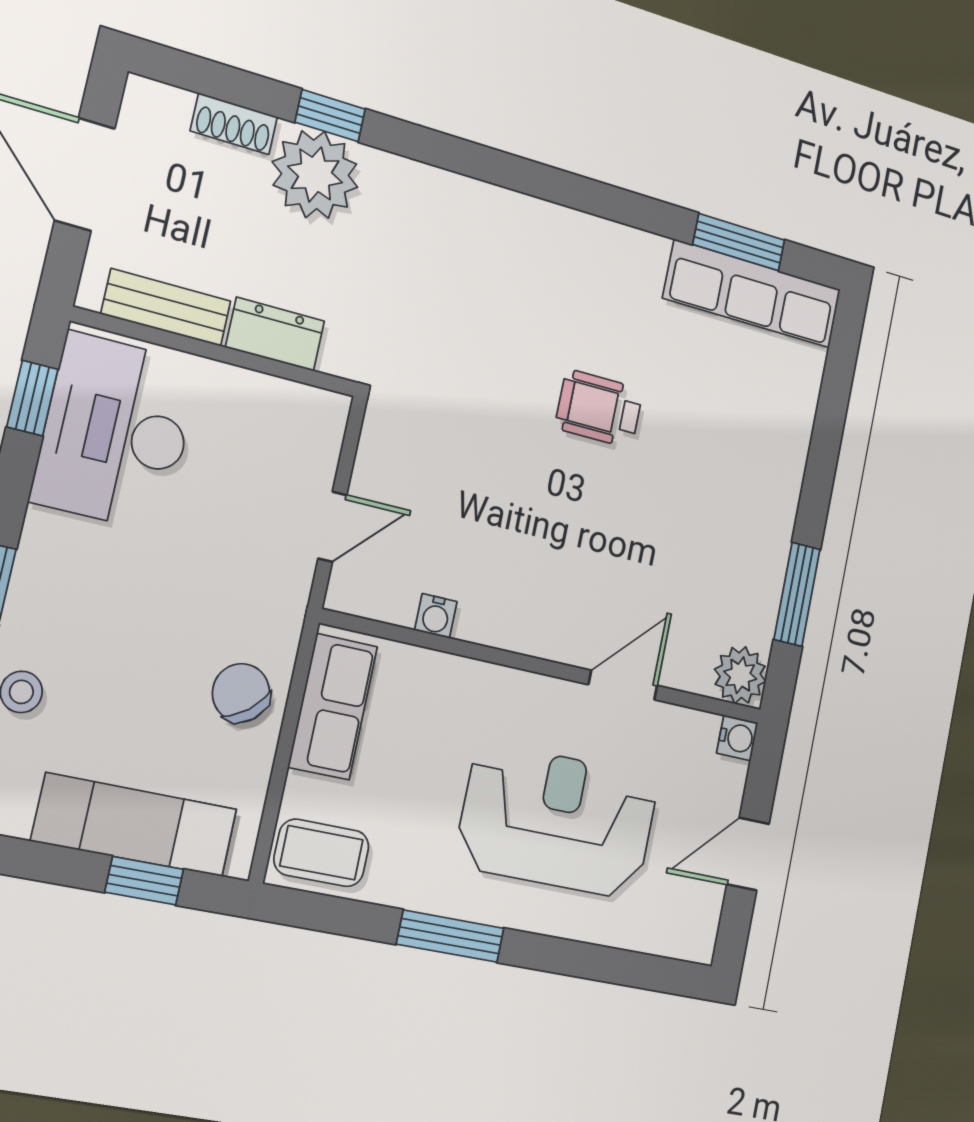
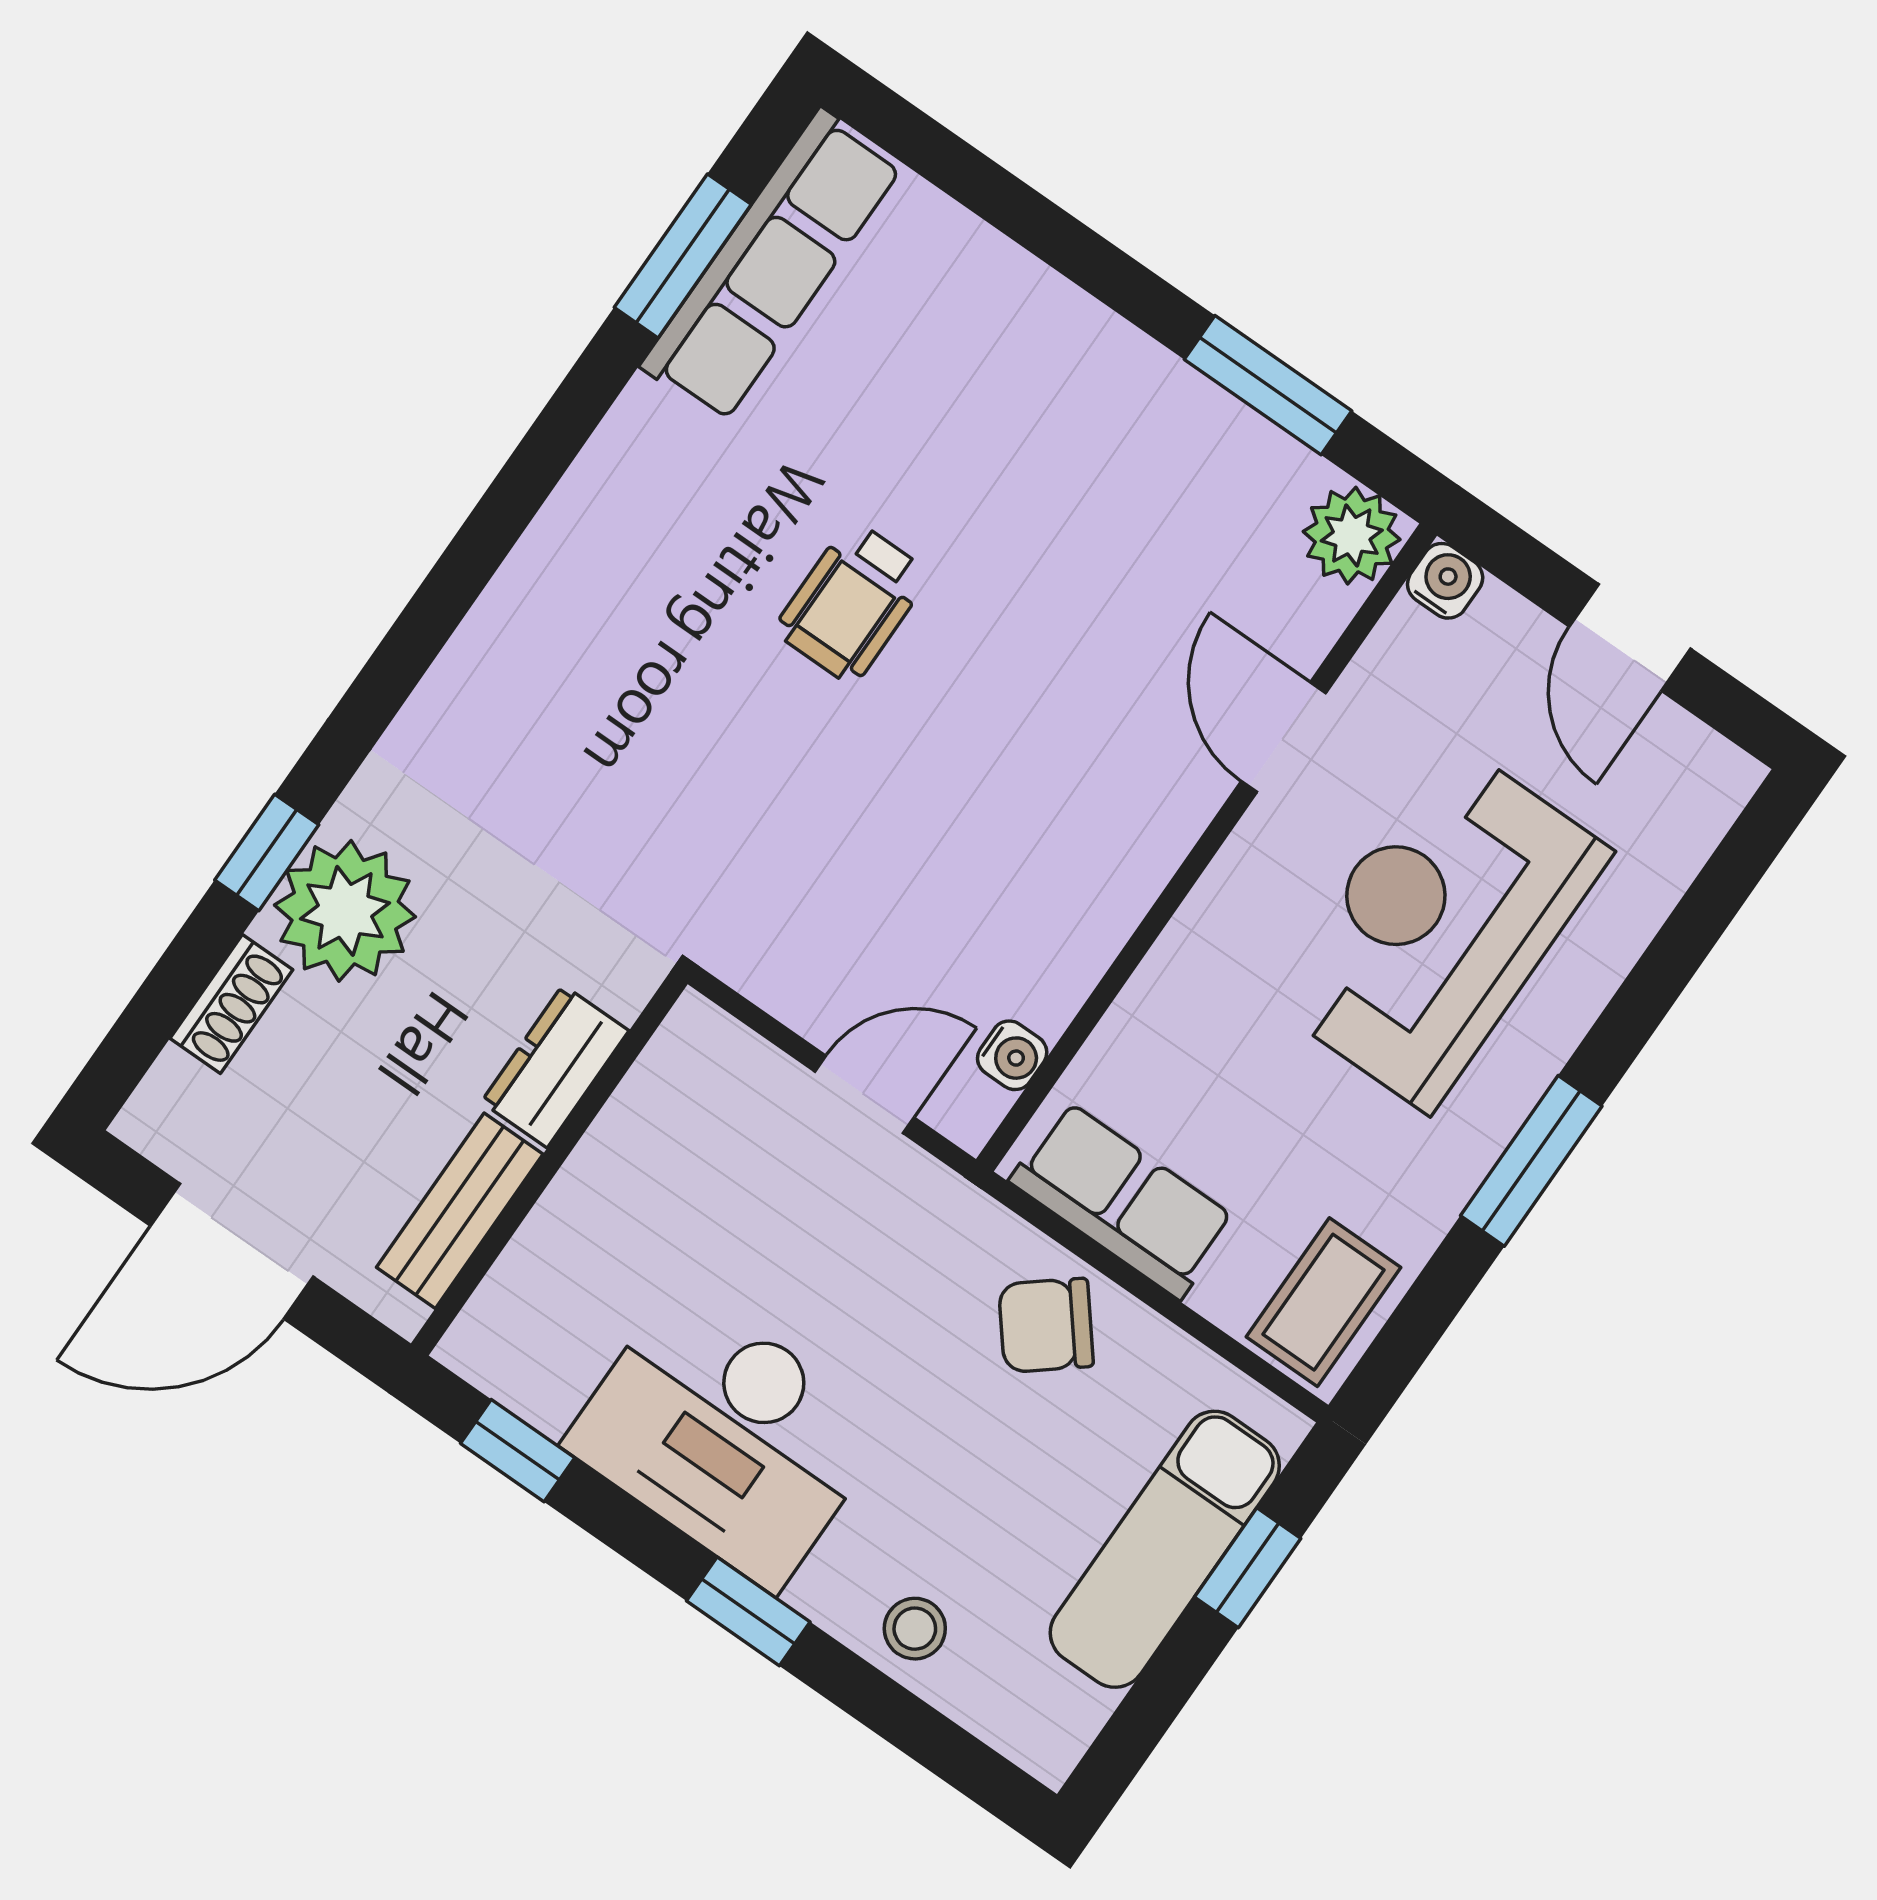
desk: (116, 432) -> (727, 1436), moved
door: (332, 527) -> (864, 1094), hinge flipped
water cooler: (436, 616) -> (1012, 1055), moved

